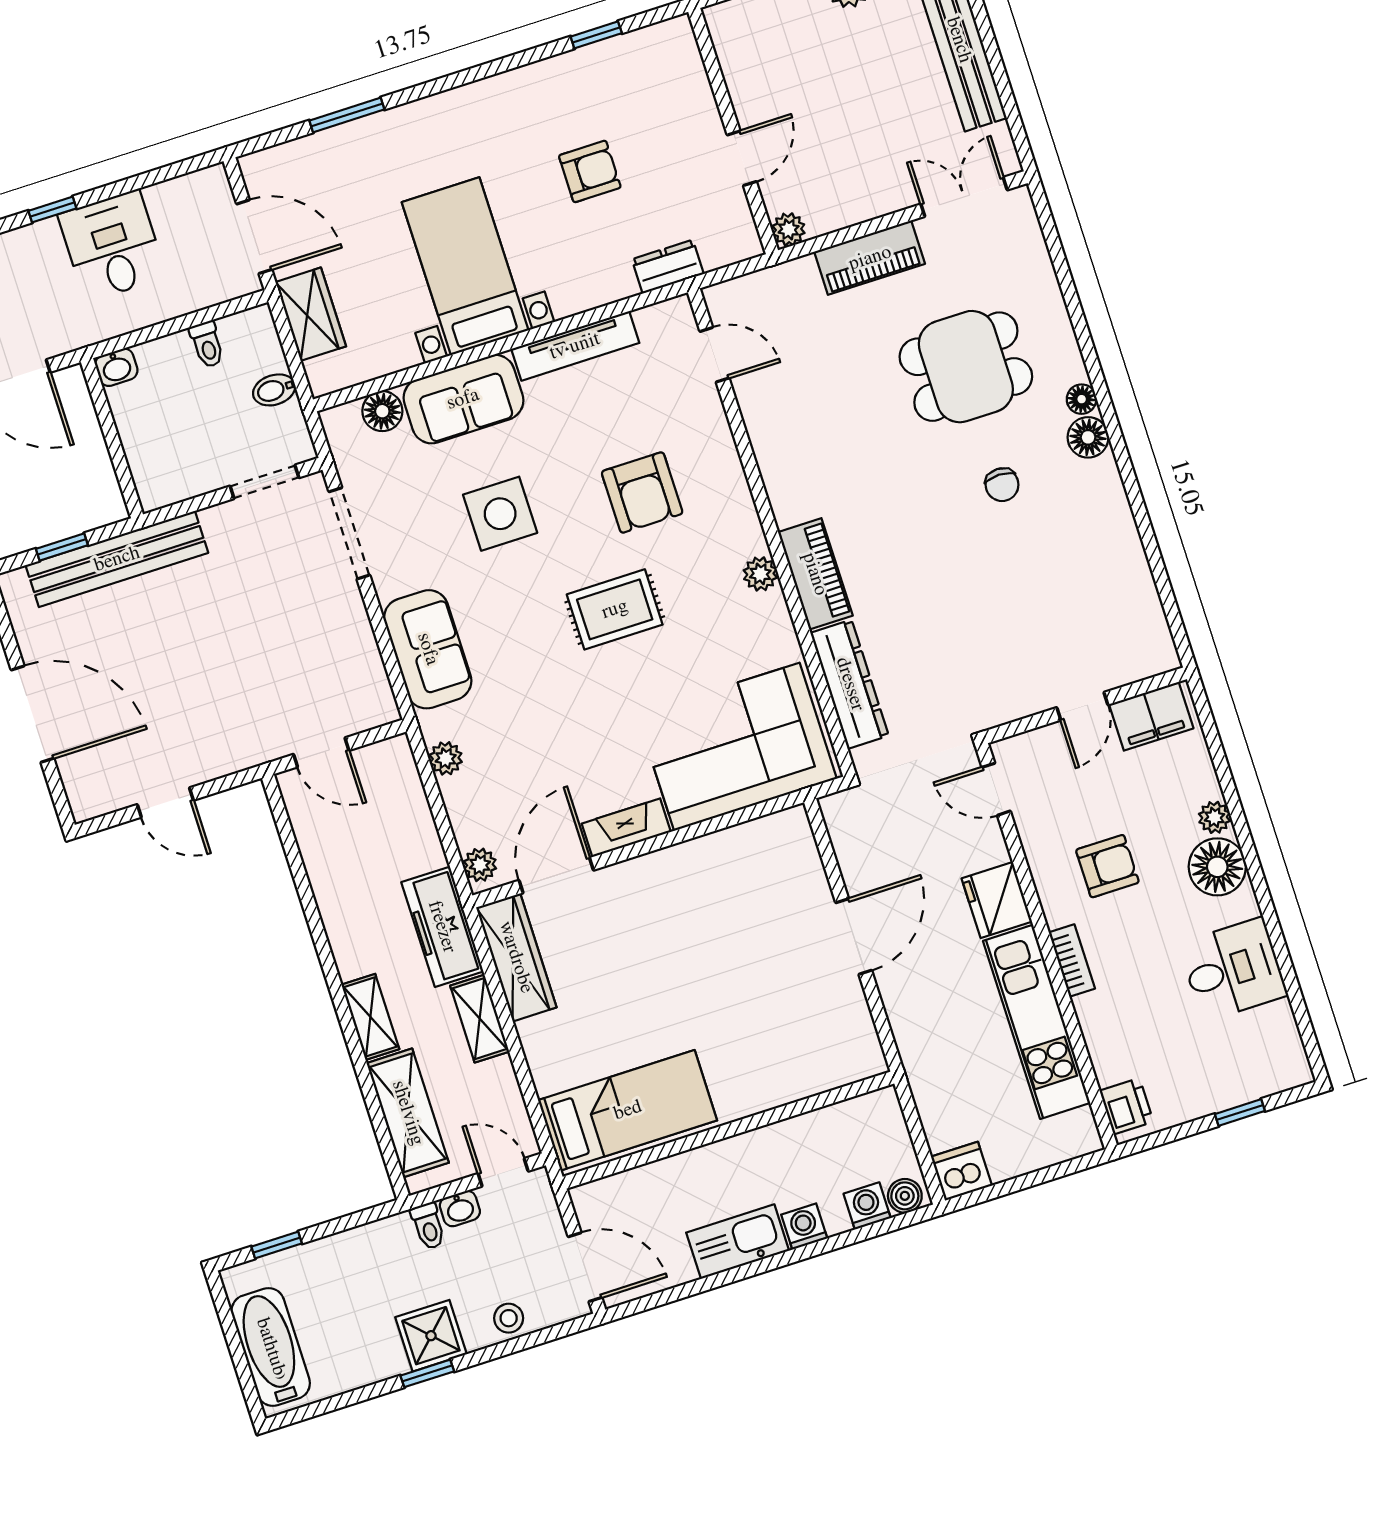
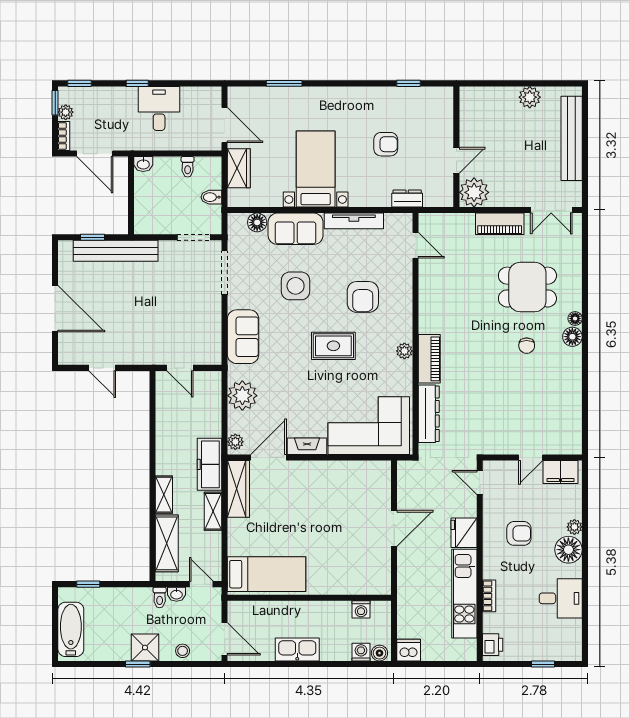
double door: (964, 197) -> (551, 210), swing flipped
plant: (789, 229) -> (474, 192), width x1.87, depth x1.87
plant: (446, 758) -> (242, 396), width x1.87, depth x1.87
bookcase: (1072, 961) -> (489, 596), moved
washing machine: (804, 1226) -> (361, 609), moved, turned 180

